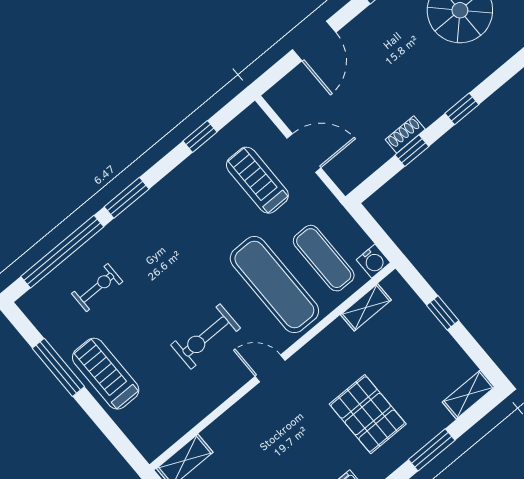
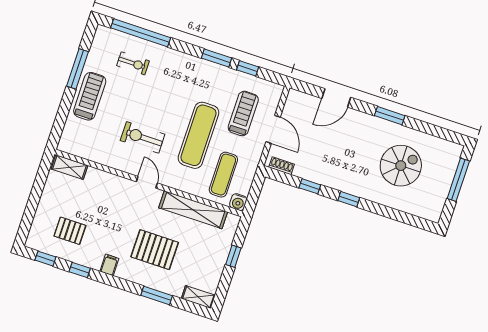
shoe rack: (405, 134) -> (282, 166), moved
window: (127, 198) -> (216, 58), moved
exercise mat: (274, 285) -> (198, 135), moved
shelving: (366, 307) -> (193, 210), width x2.20, depth x1.33
pallet: (368, 414) -> (155, 250), turned 90

